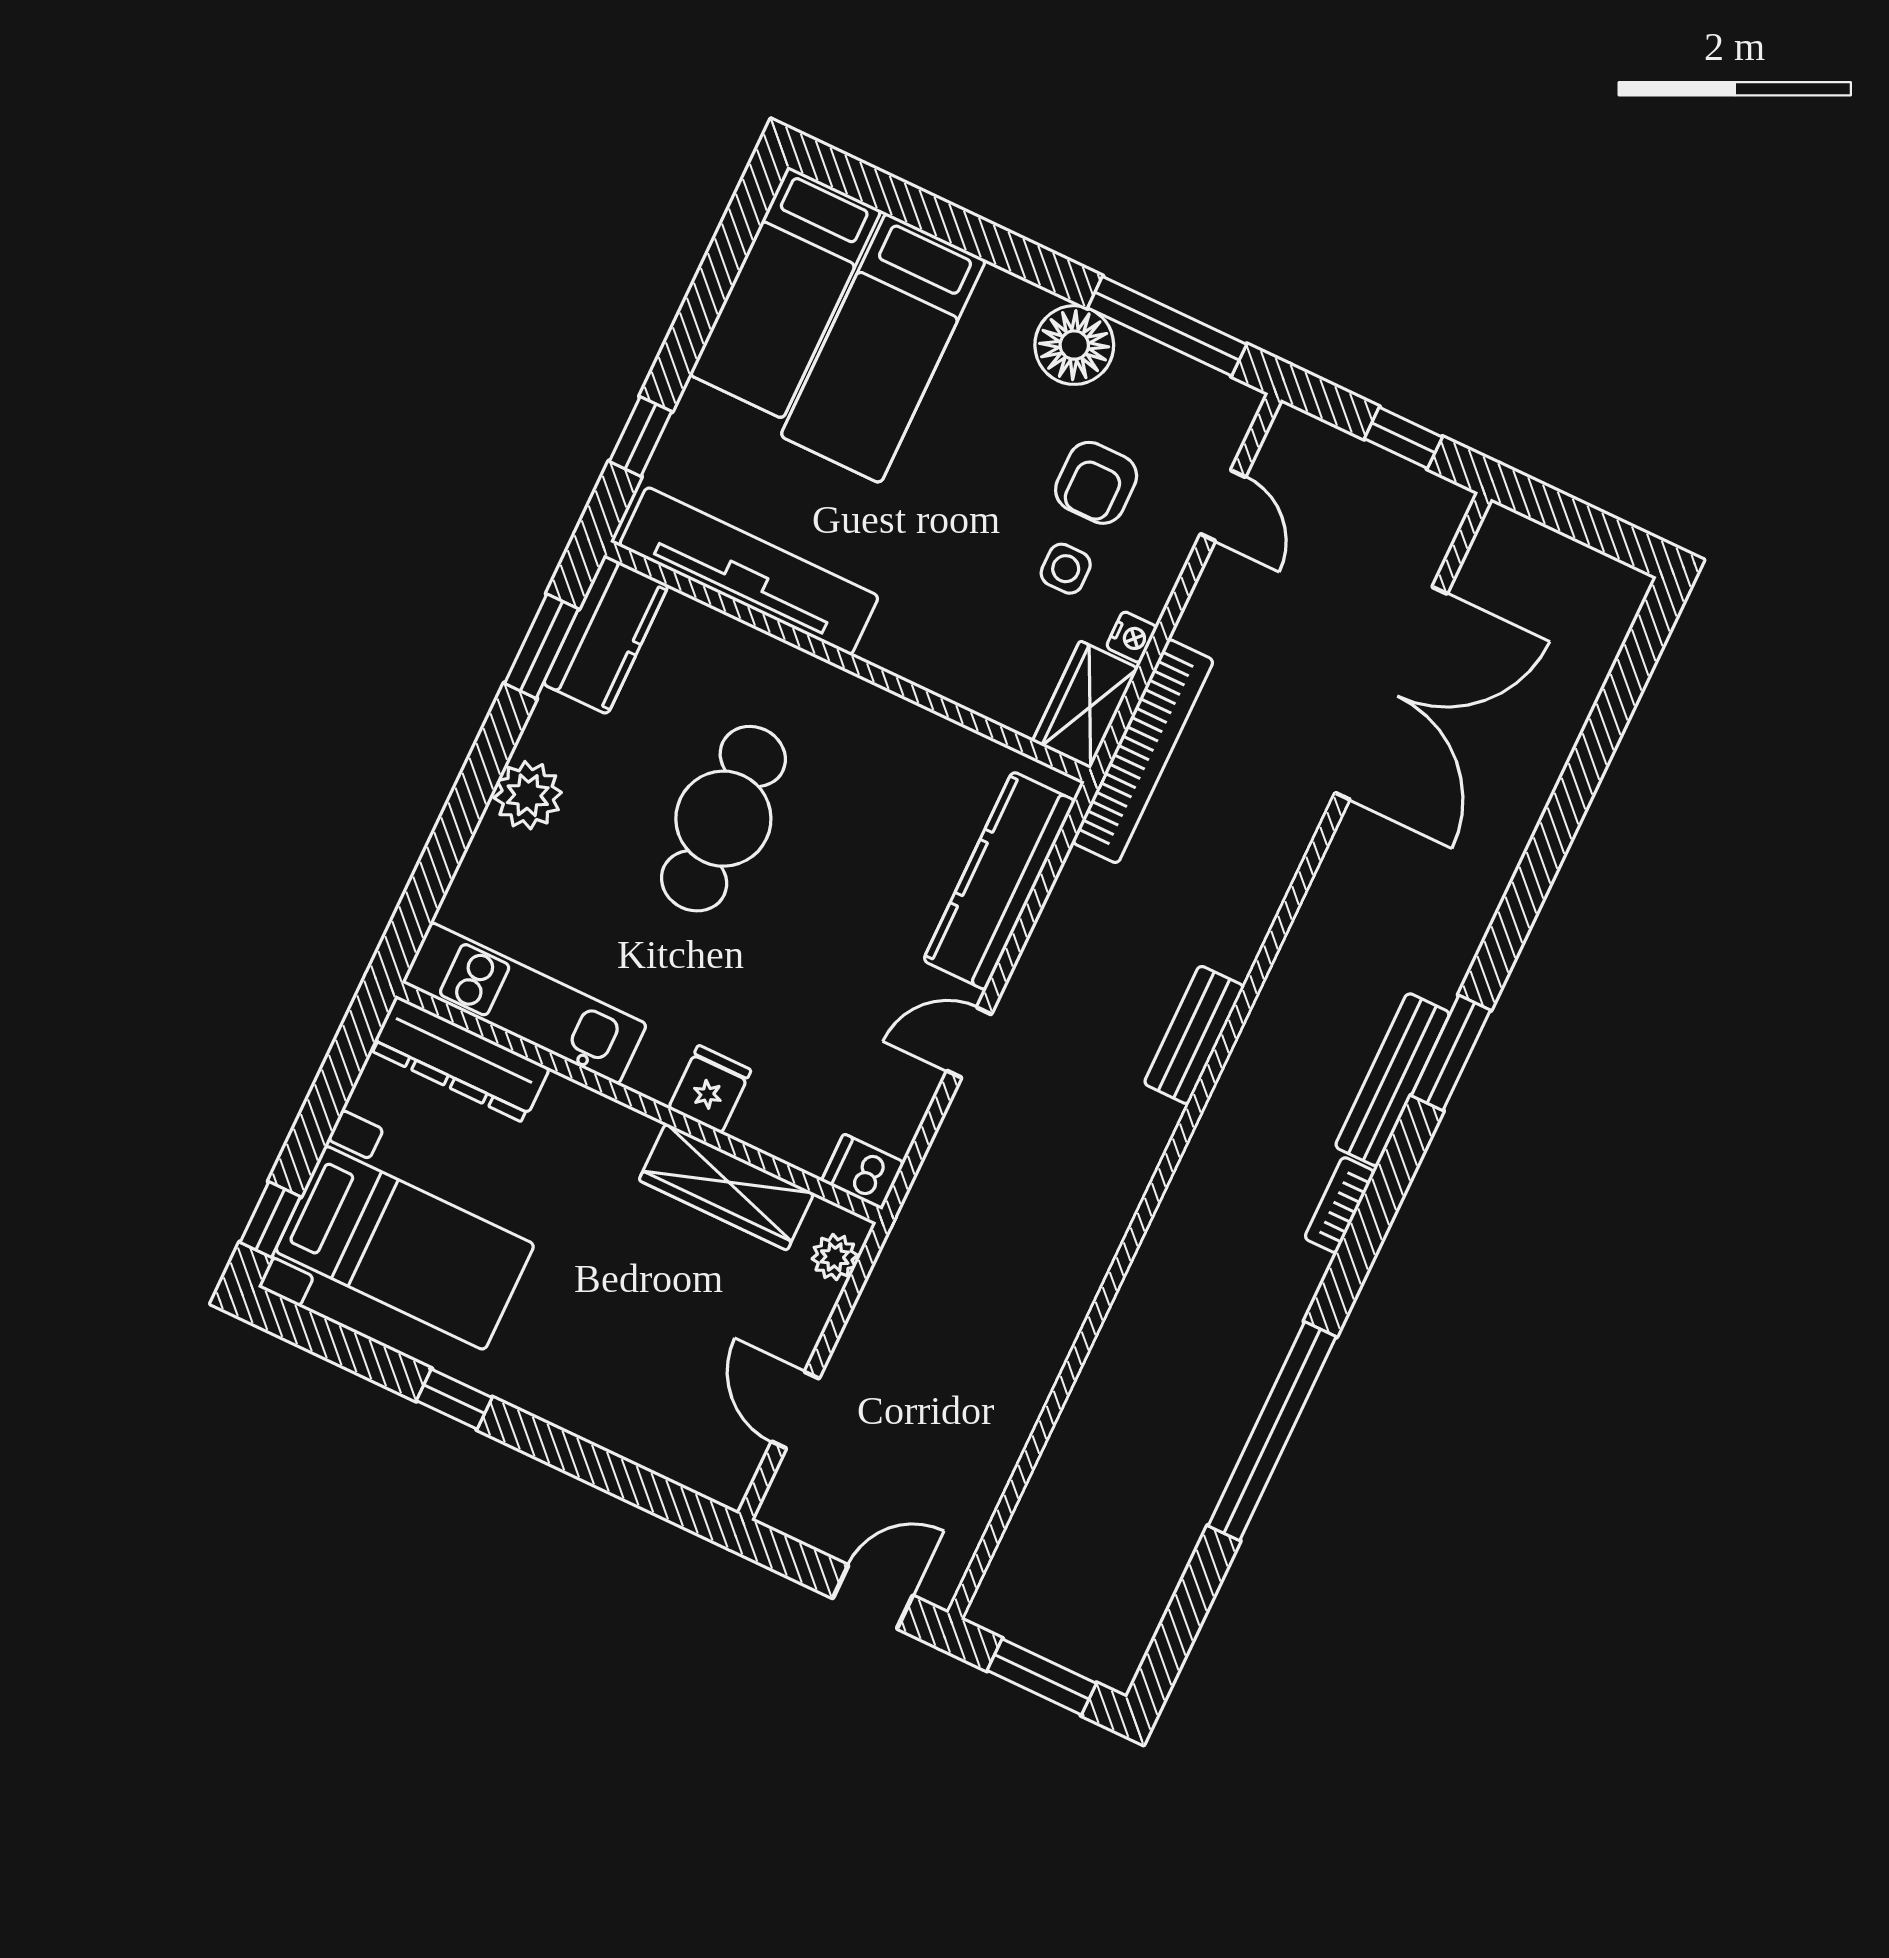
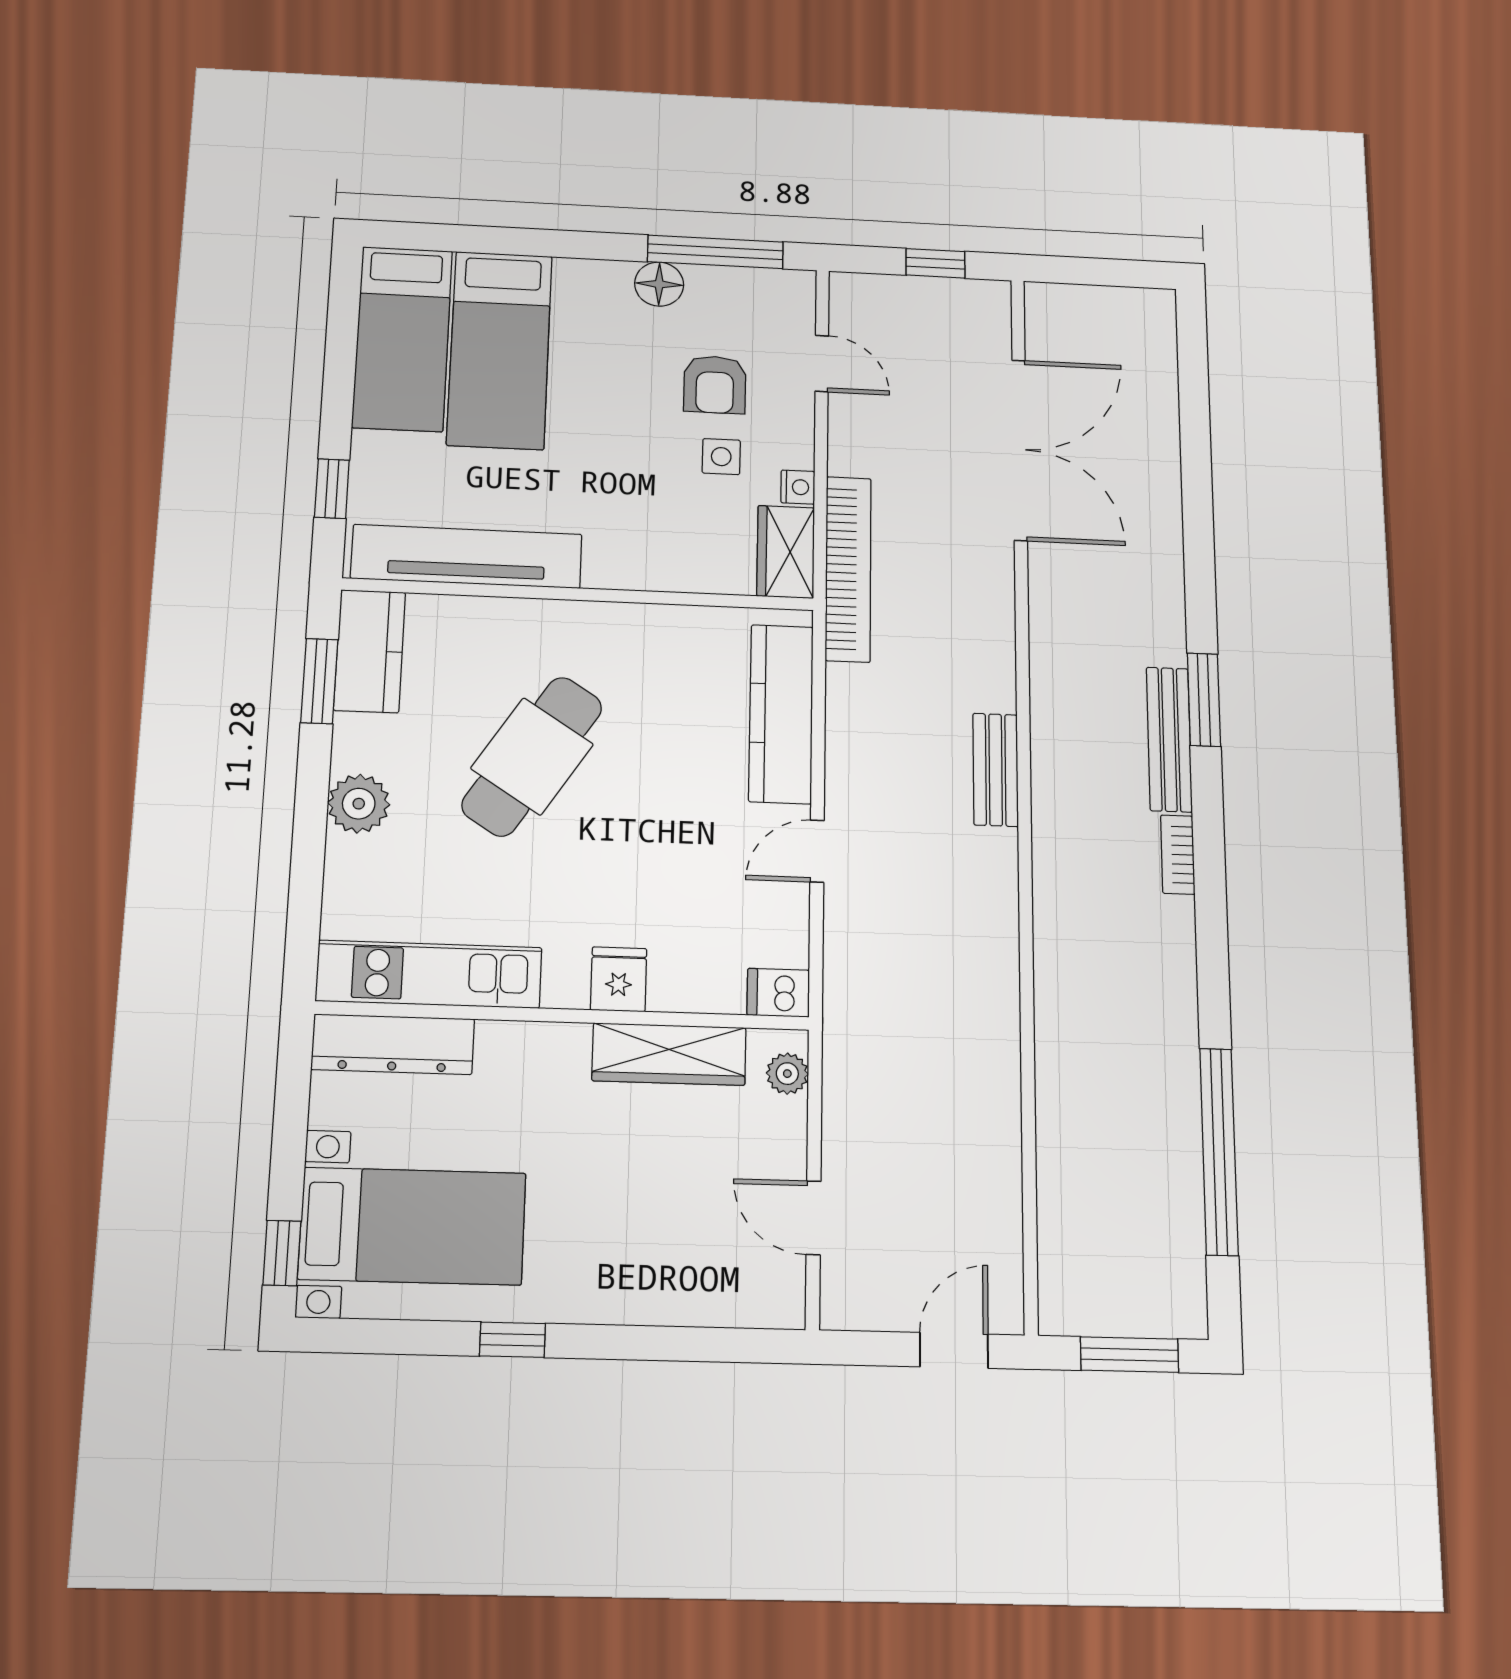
floor lamp: (1074, 345) -> (659, 284), width x0.73, depth x0.73
cafe table: (723, 819) -> (532, 756), turned 33
window: (1272, 1431) -> (1219, 1151), moved

